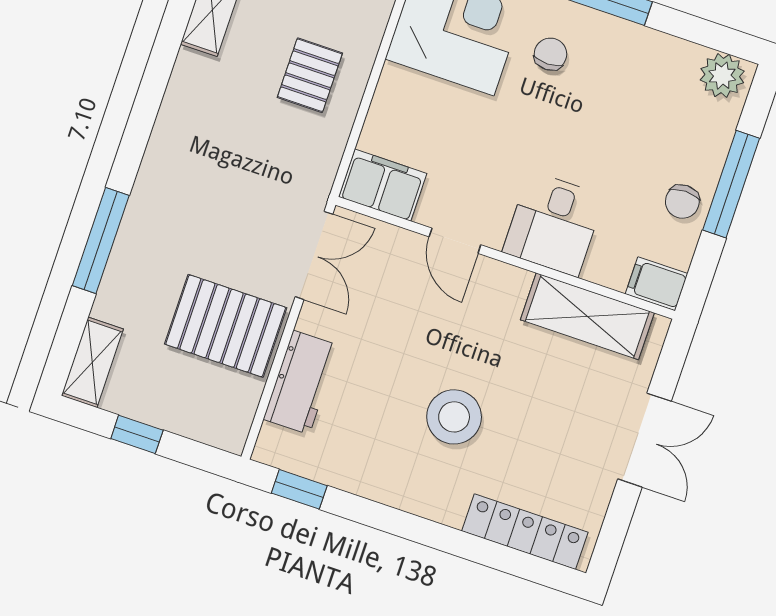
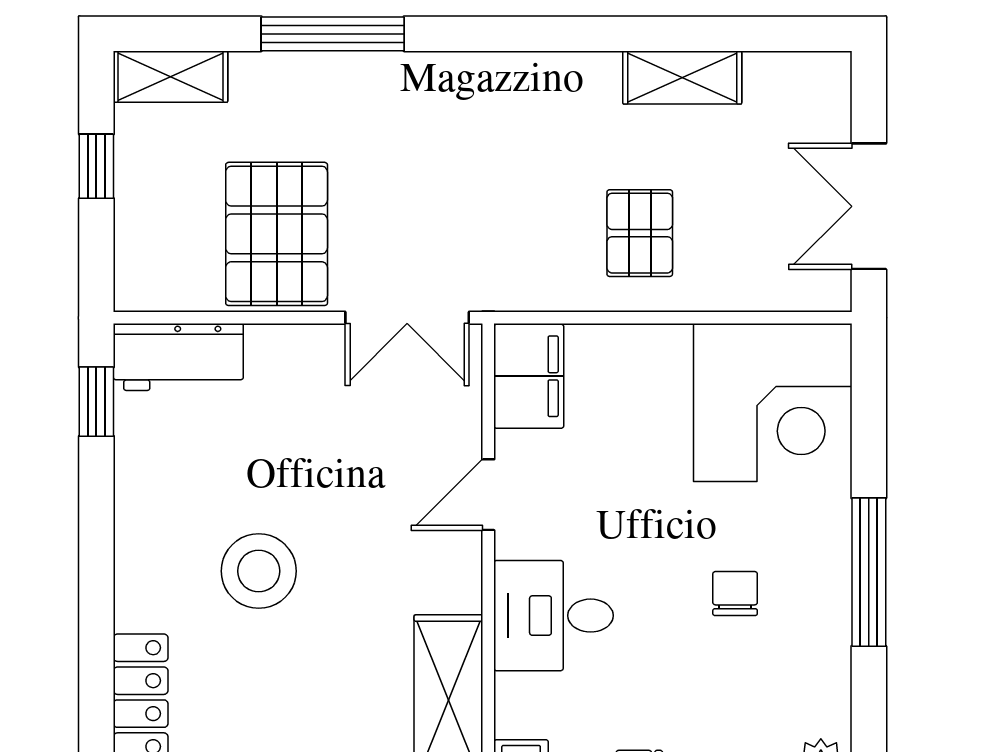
chair: (550, 54) -> (735, 594), moved, turned -90
pallet: (310, 75) -> (640, 233), turned 90
workbench: (301, 382) -> (178, 357), moved

